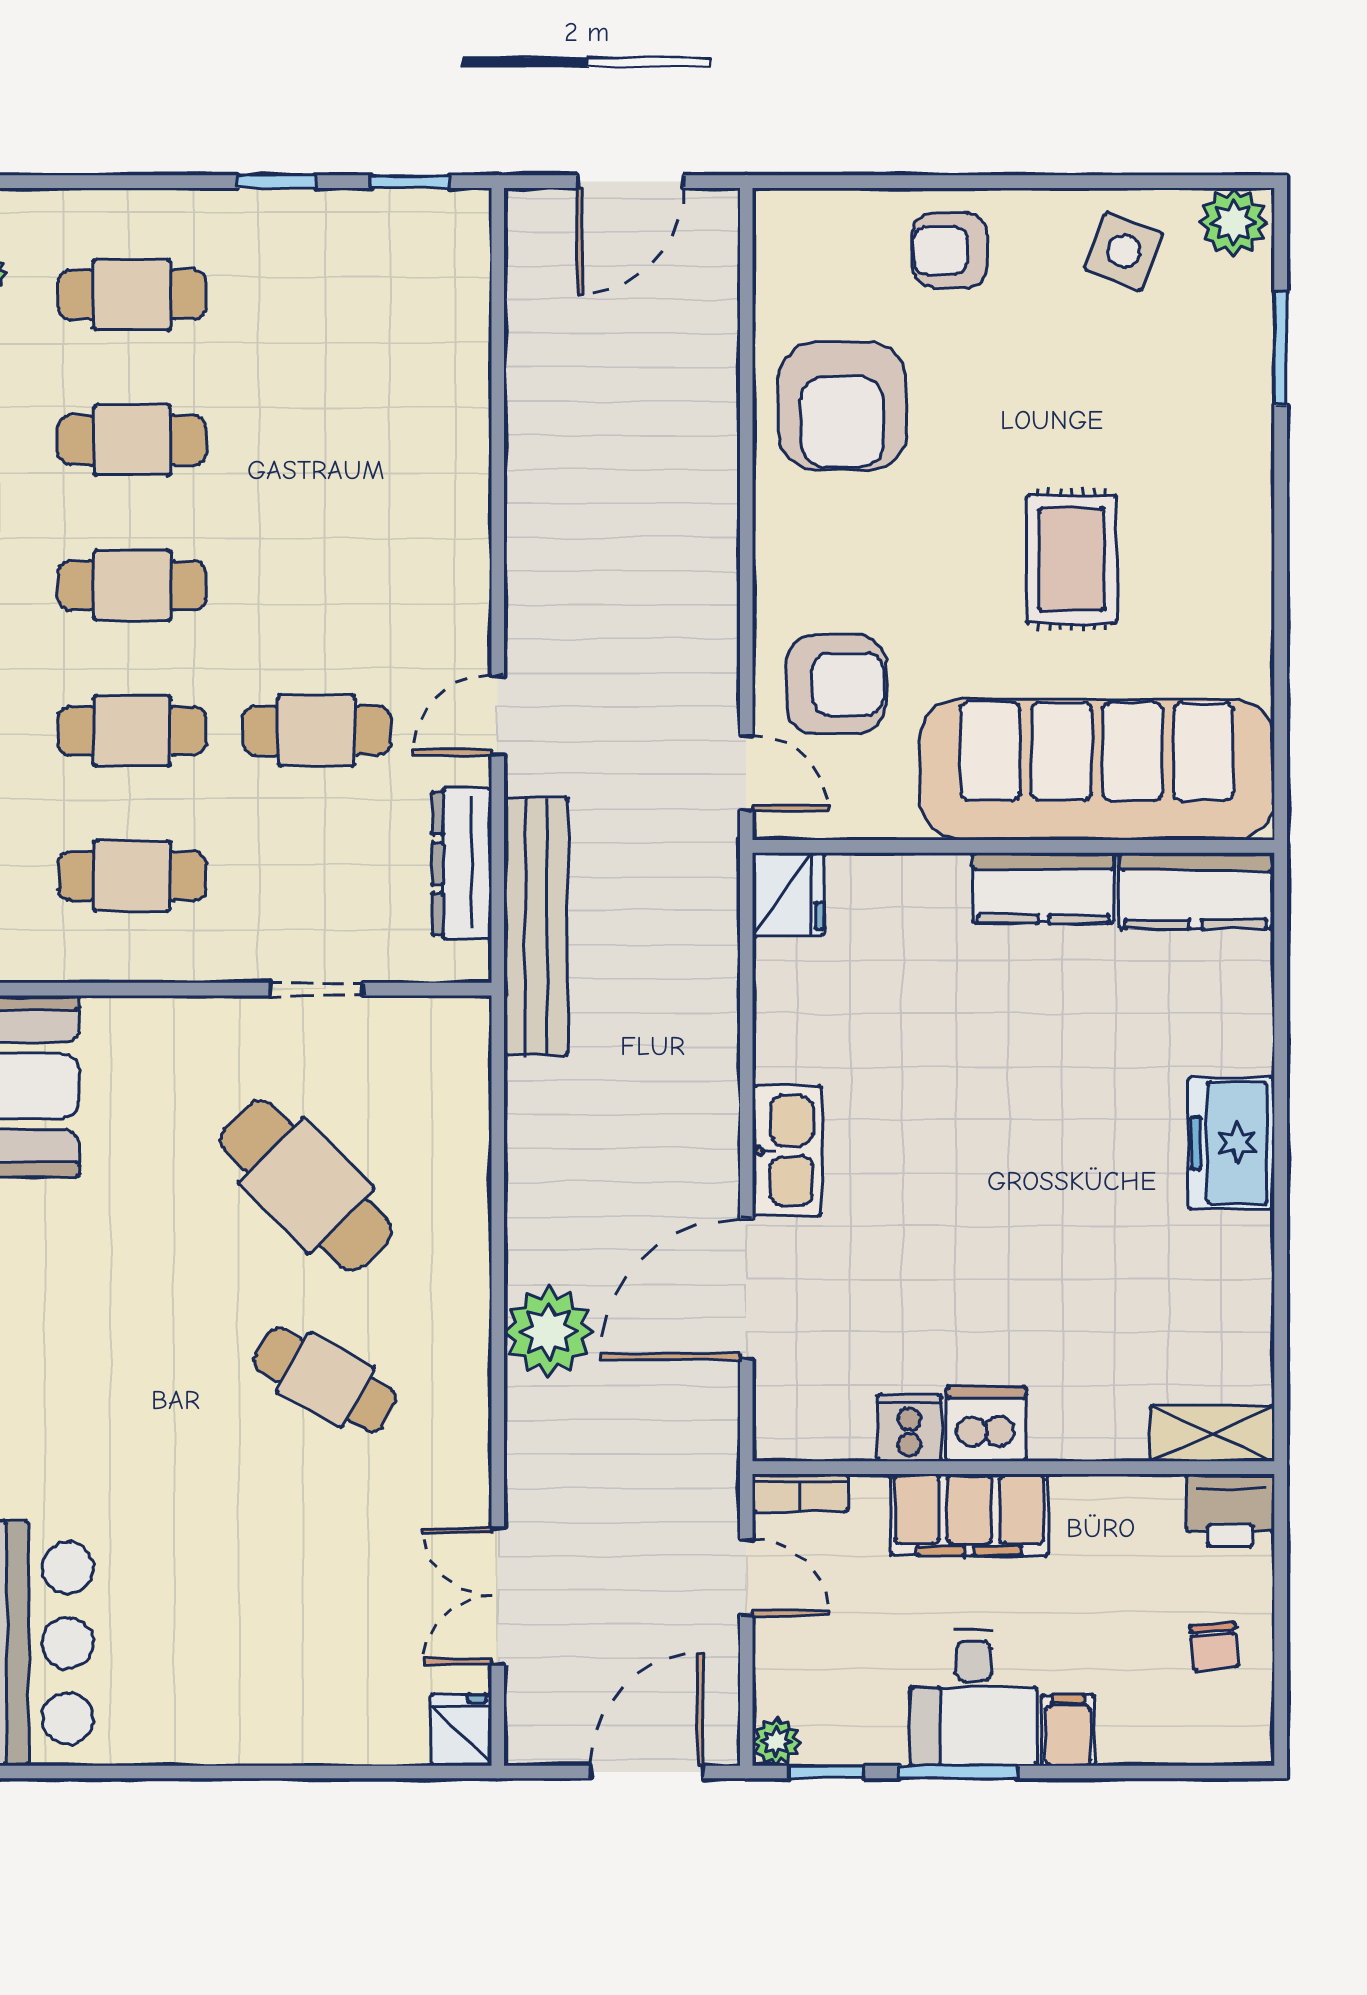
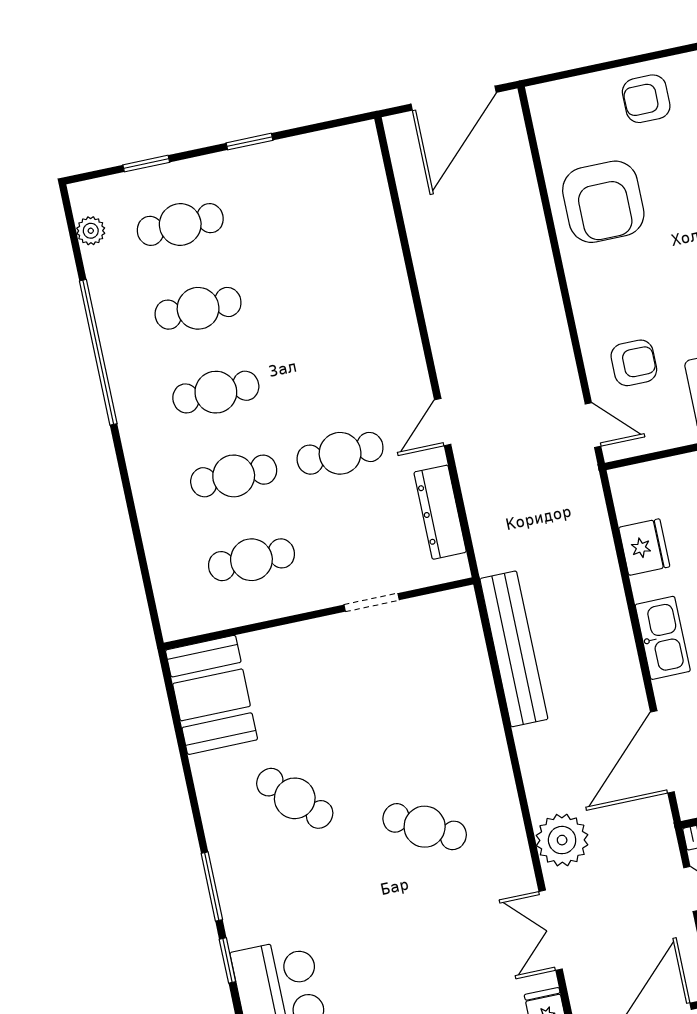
window: (409, 182) -> (146, 164), moved
door: (630, 182) -> (454, 98), width x1.36
armchair: (836, 684) -> (634, 363), width x0.72, depth x0.72
fridge: (788, 894) -> (644, 547), moved
bench: (536, 927) -> (514, 649), moved
cafe table: (306, 1185) -> (295, 798), moved, width x0.73, depth x0.74
door: (746, 1289) -> (662, 752), moved
plant: (549, 1332) -> (562, 840), moved

